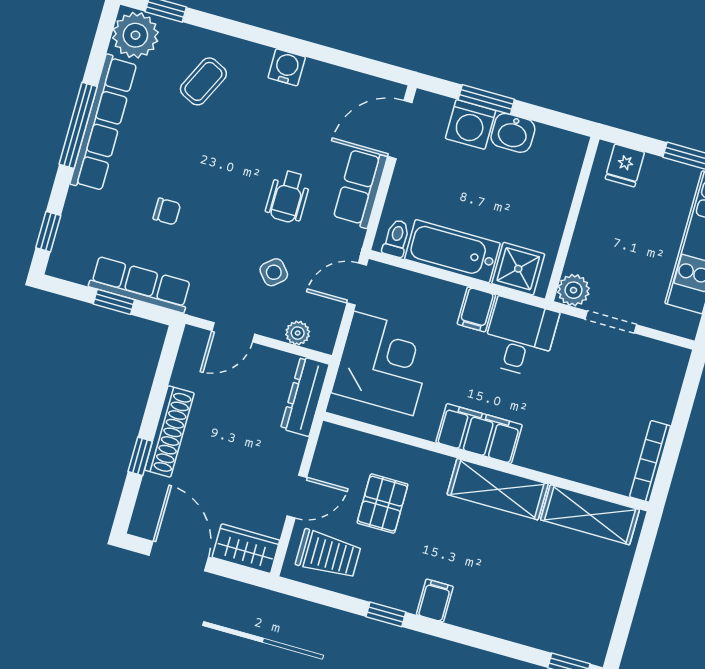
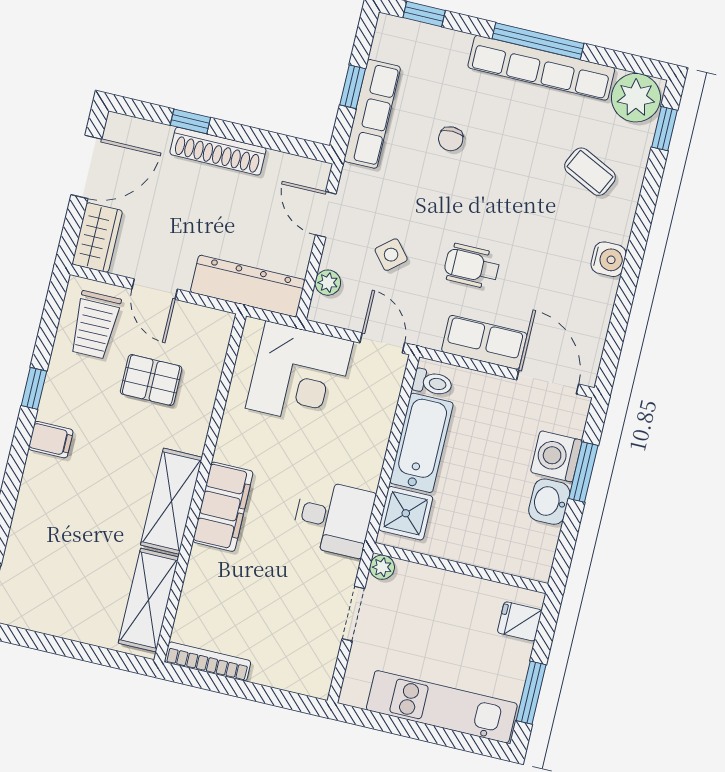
plant: (574, 290) -> (382, 567), width x0.73, depth x0.73
filing cabinet: (476, 309) -> (361, 471), removed
dresser: (305, 396) -> (248, 286), width x1.37, depth x1.24
filing cabinet: (479, 434) -> (223, 507), moved

